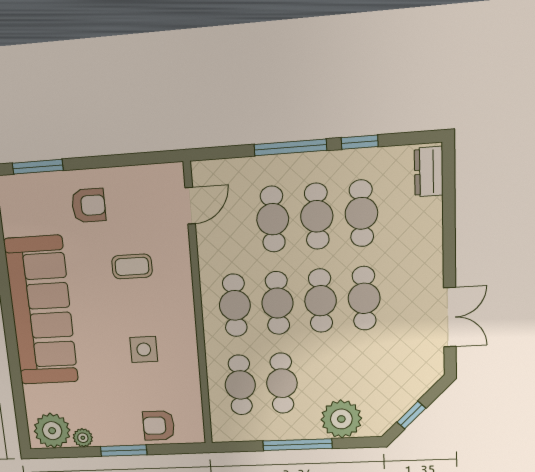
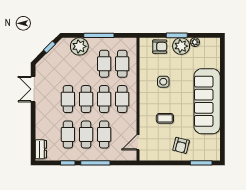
armchair: (89, 205) -> (181, 145), turned -76
plant: (52, 431) -> (181, 46), moved

